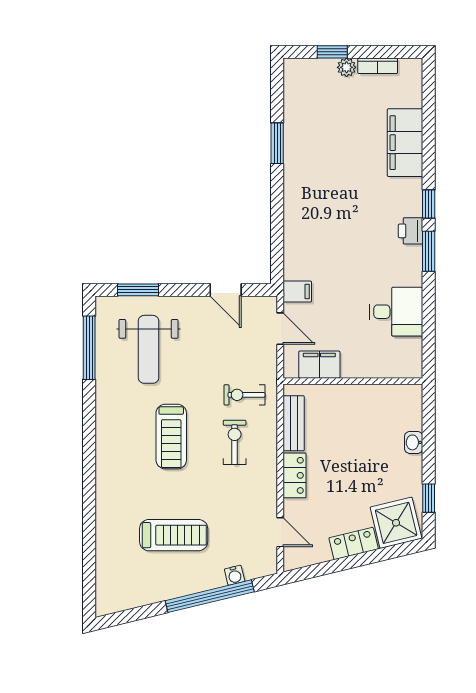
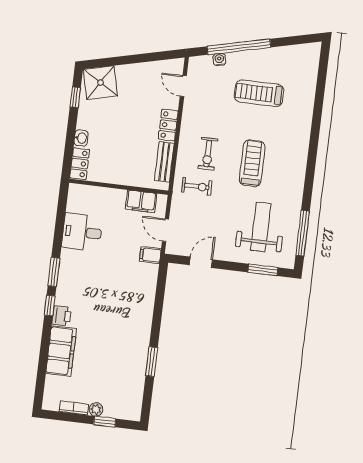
printer: (411, 231) -> (61, 316), moved
door: (226, 290) -> (201, 262), hinge flipped
locker: (354, 543) -> (80, 164), moved, turned -76

